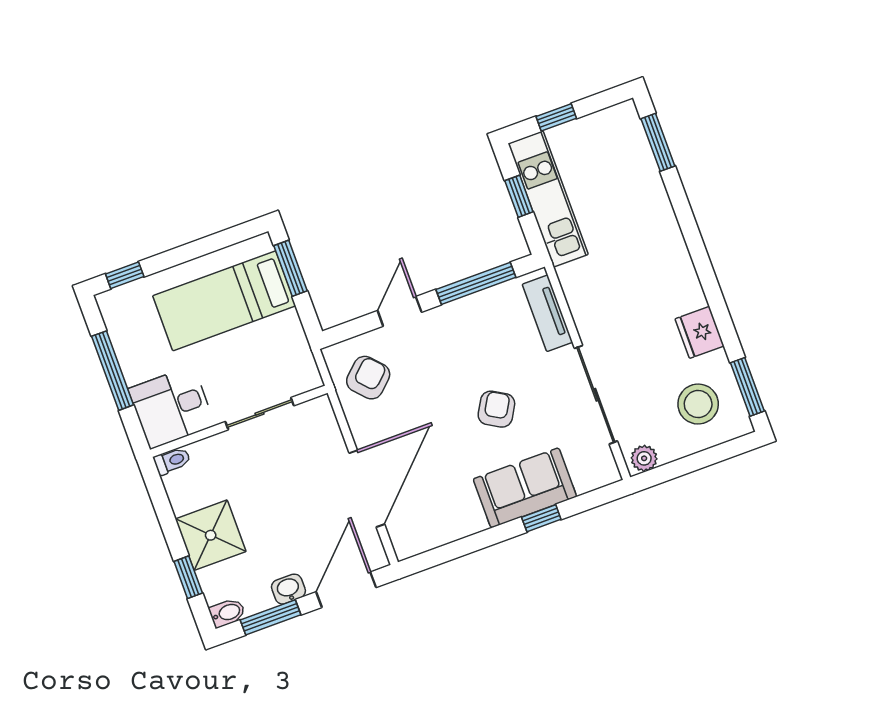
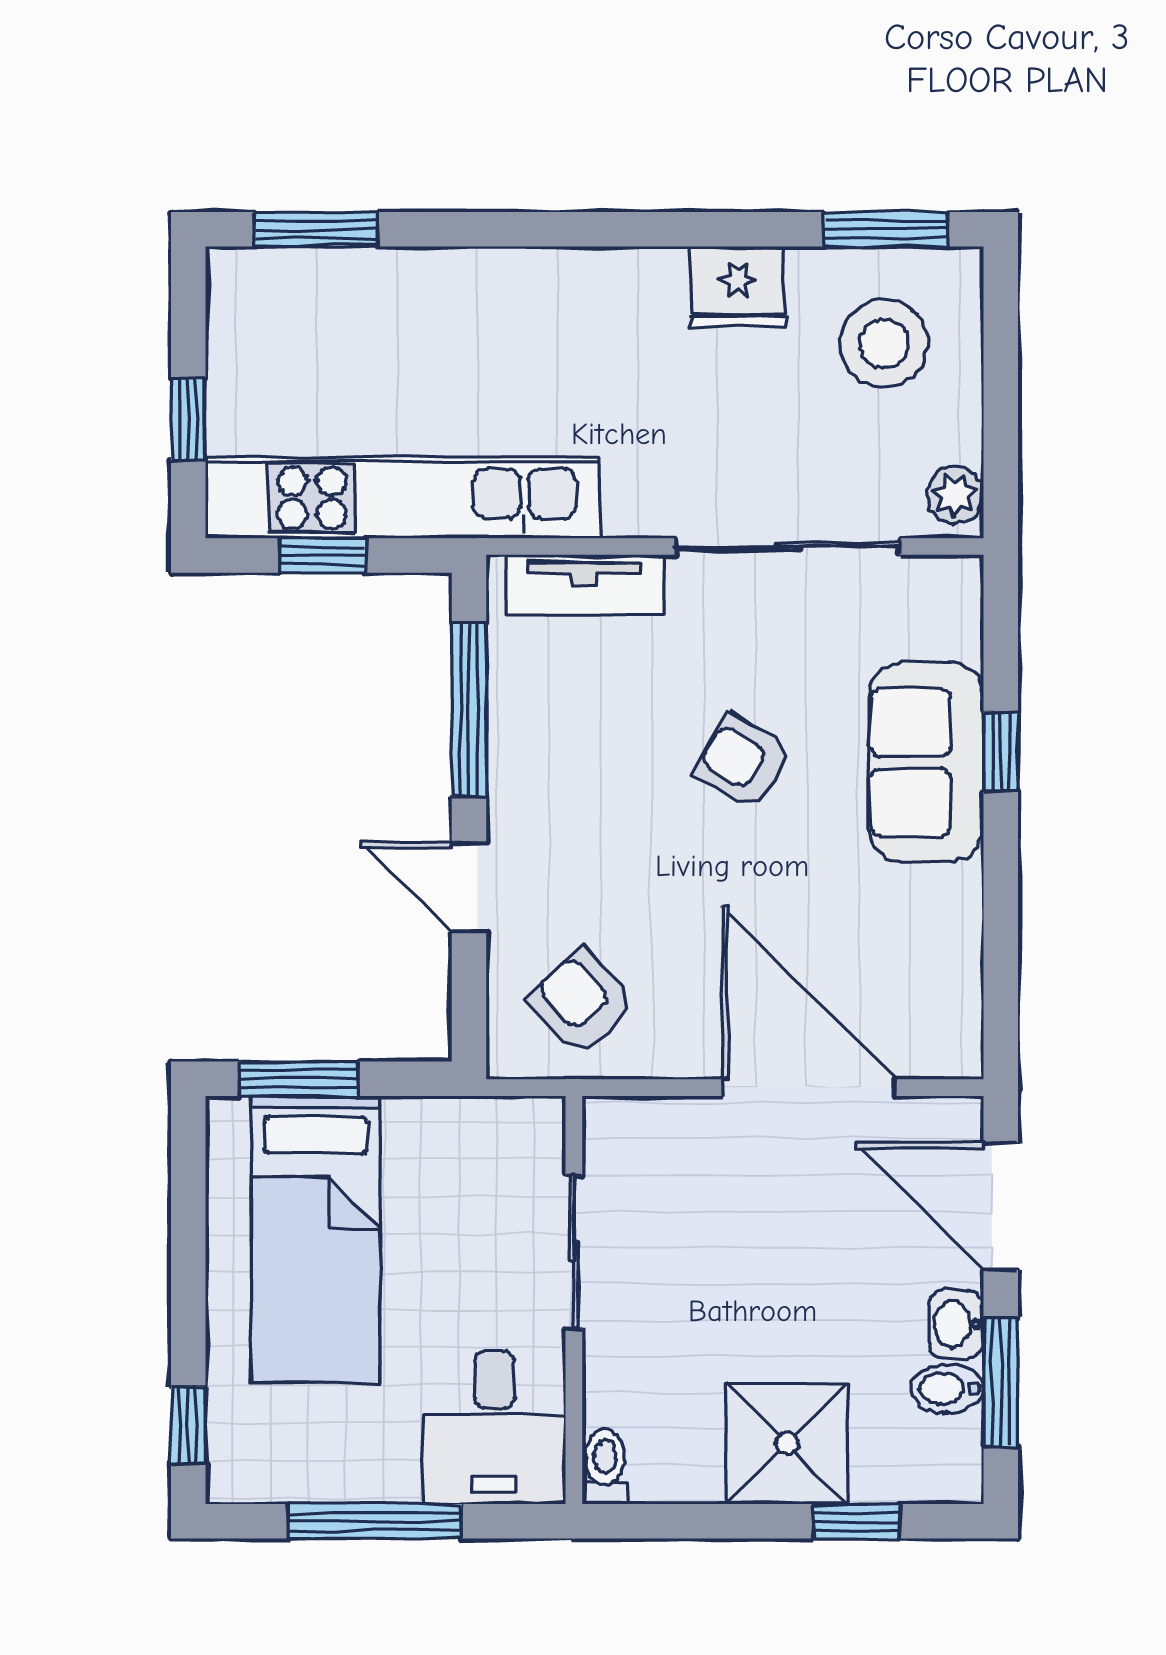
kitchen unit: (548, 199) -> (402, 498), width x1.36
bidet: (227, 613) -> (947, 1388), moved, turned -90

